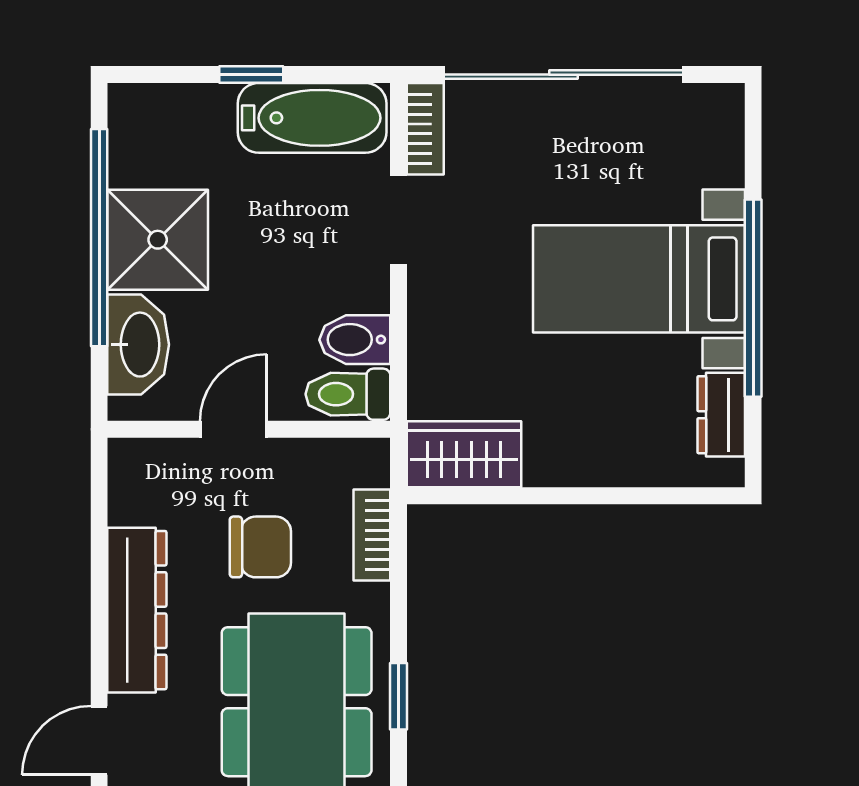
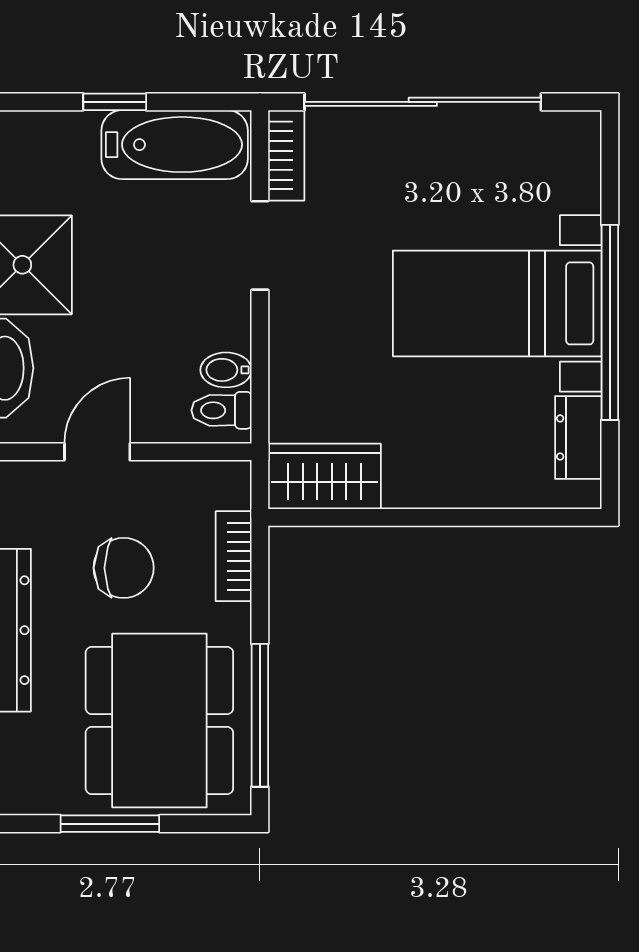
bidet: (355, 340) -> (226, 370), width x0.72, depth x0.74
toilet: (348, 394) -> (222, 410), width x0.73, depth x0.72
window: (398, 696) -> (260, 715), width x2.17

